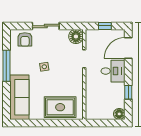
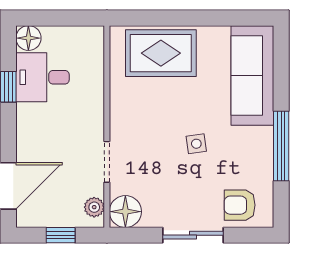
plant: (90, 38) -> (94, 207), added
armchair: (25, 39) -> (240, 205), turned -90
desk: (113, 71) -> (42, 77), moved

